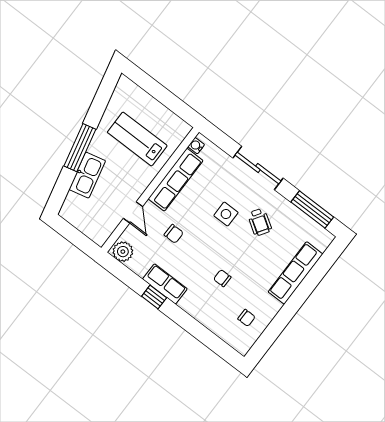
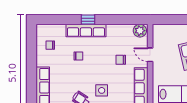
row of seats: (165, 284) -> (86, 31), moved, width x1.48
window: (154, 297) -> (88, 20), moved

